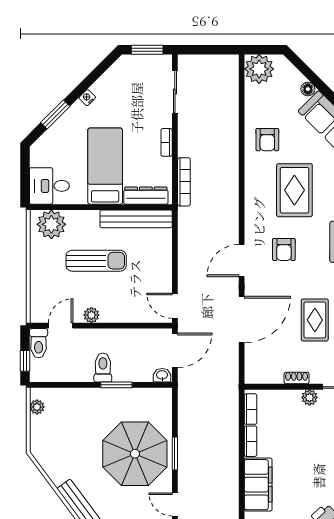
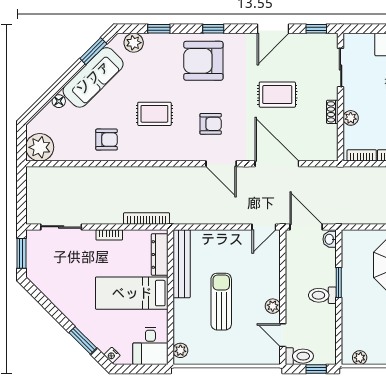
nightstand: (87, 98) -> (112, 355), moved
rug: (294, 190) -> (154, 114), width x0.73, depth x0.70
plant: (51, 224) -> (180, 350), width x0.53, depth x0.53
plant: (310, 397) -> (351, 118), moved

